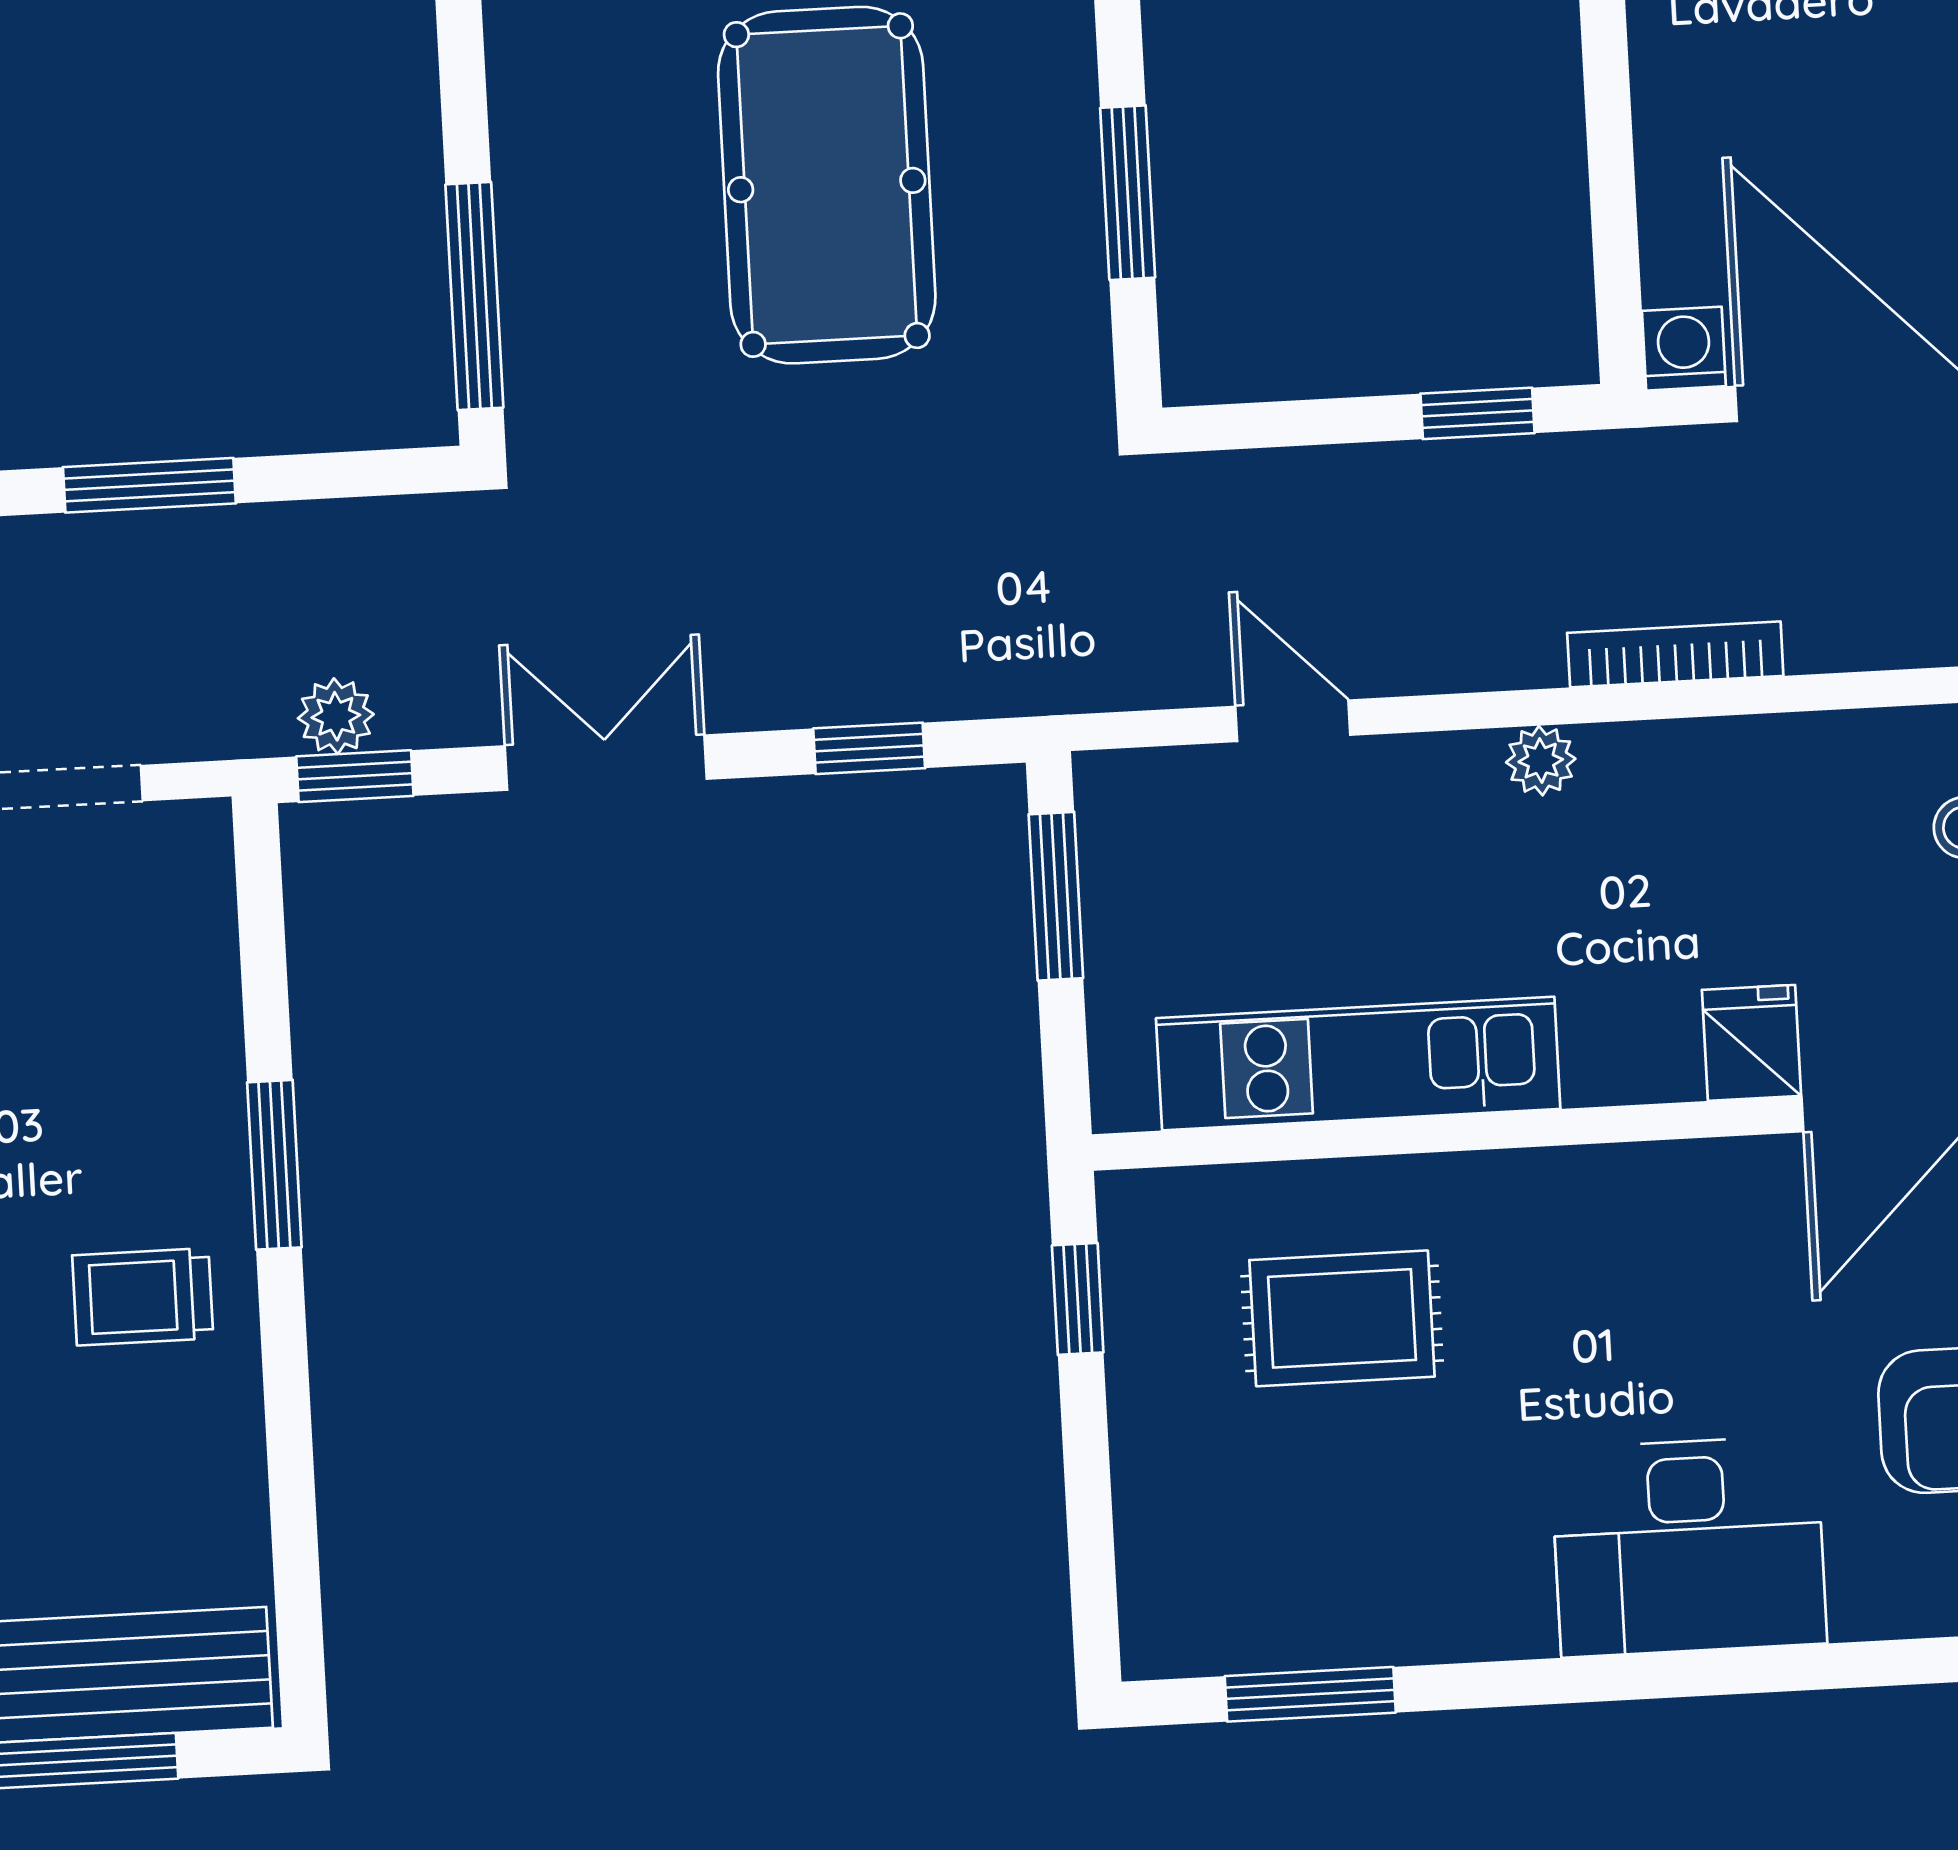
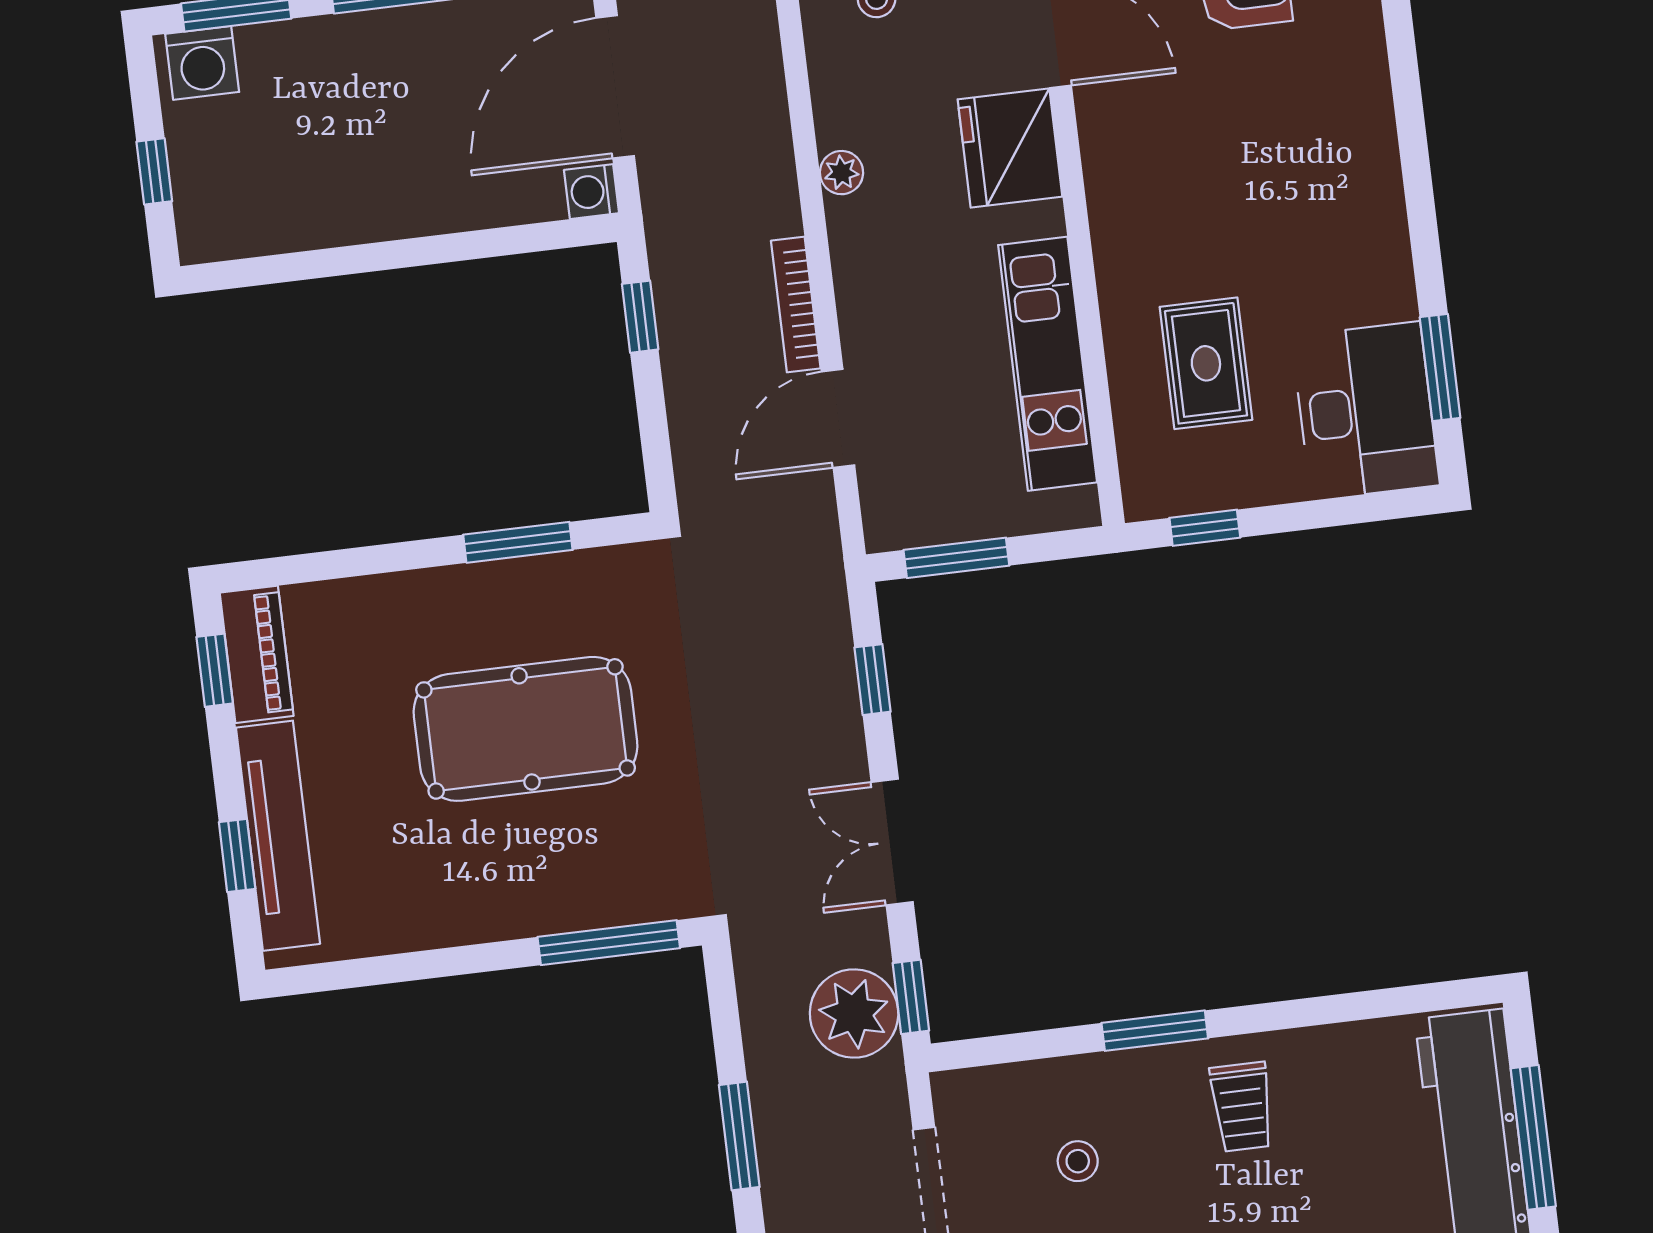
bookcase: (1675, 654) -> (796, 304), moved
plant: (336, 716) -> (854, 1014), width x1.87, depth x1.87
door: (1293, 721) -> (838, 418), width x1.38
plant: (1541, 761) -> (841, 173), moved
stool: (73, 1027) -> (1078, 1161), added
fridge: (1751, 1043) -> (1010, 148), width x1.88, depth x1.34
desk: (1689, 1546) -> (1366, 411), moved

